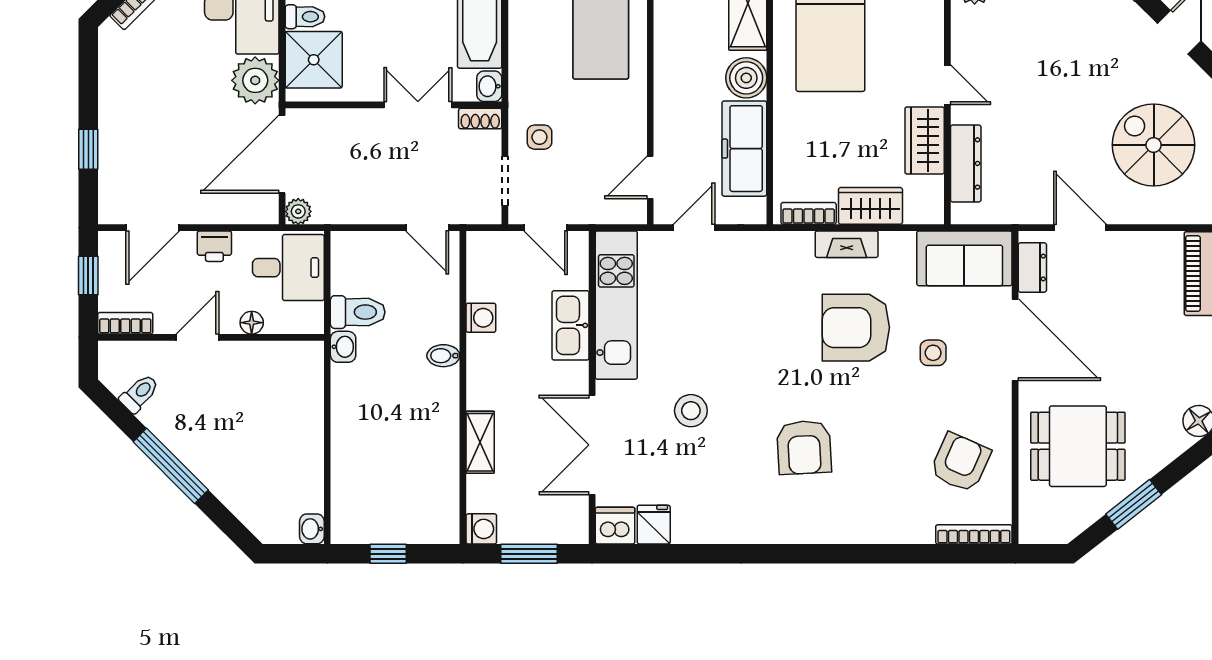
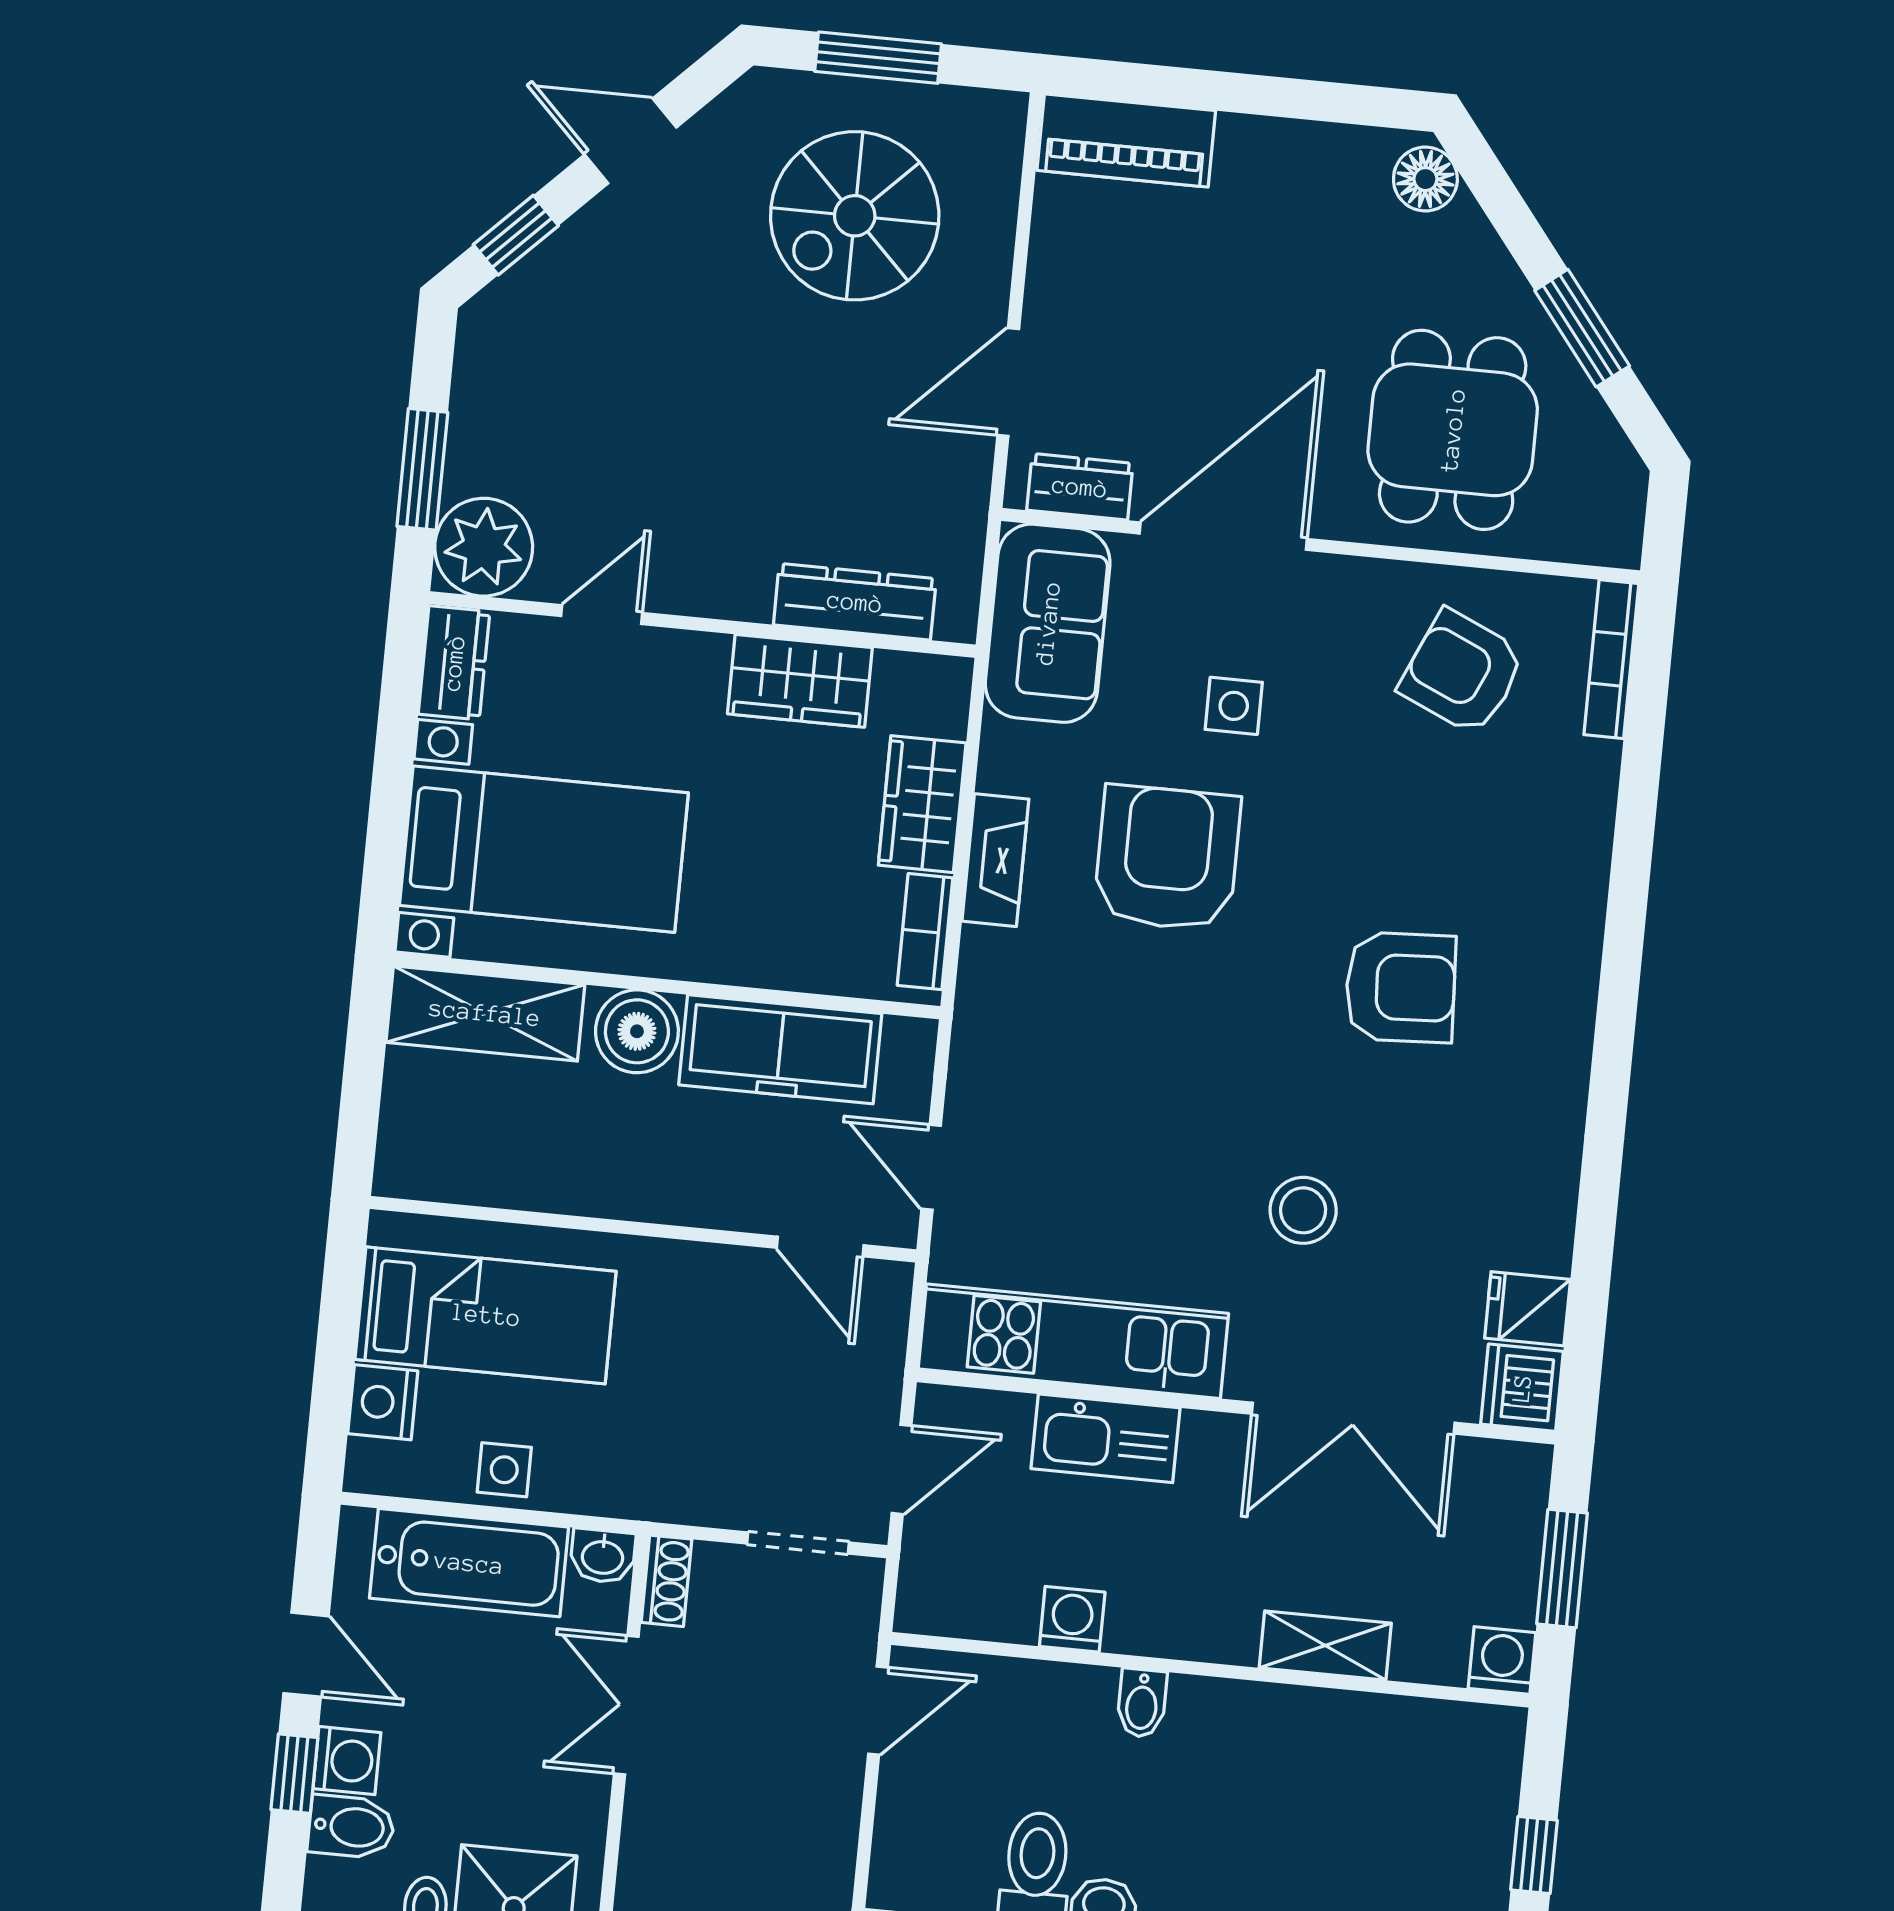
door: (947, 85) -> (602, 615), moved
side table: (539, 137) -> (504, 1470), moved
armchair: (856, 328) -> (1167, 858), turned 180

